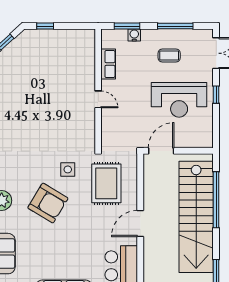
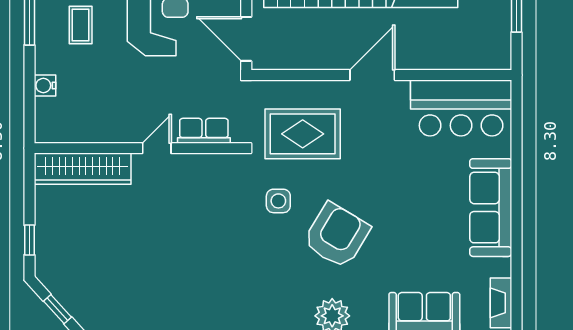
window: (127, 26) -> (29, 98), removed
wardrobe: (86, 57) -> (83, 169), added
row of seats: (108, 64) -> (204, 131), moved
door: (140, 224) -> (372, 75), swing flipped

